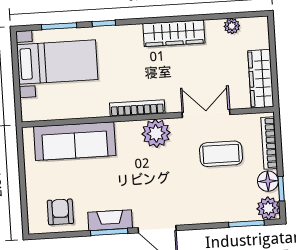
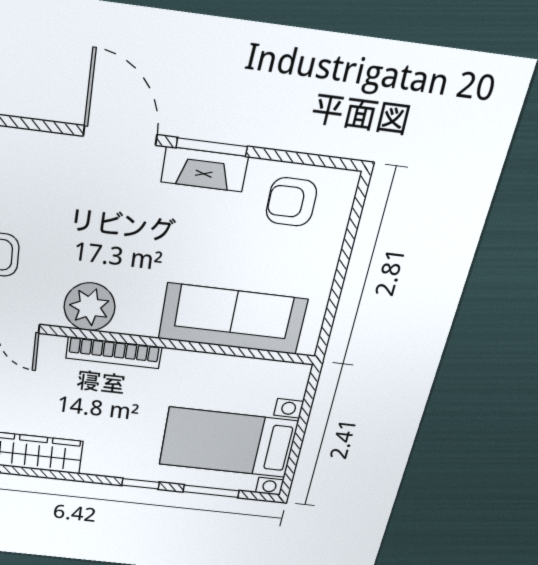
armchair: (60, 212) -> (291, 202), turned 90

